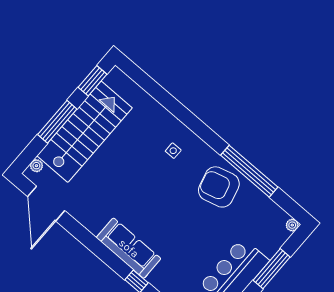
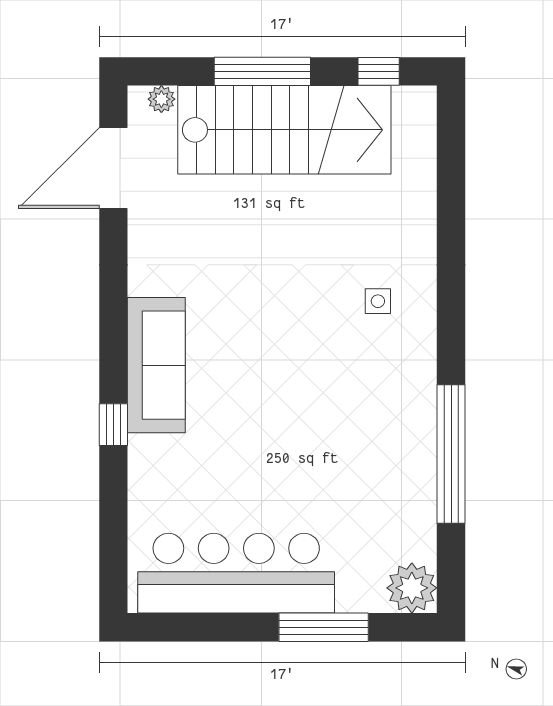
window: (92, 81) -> (379, 71), width x0.67
armchair: (219, 187) -> (383, 427), removed
plant: (292, 225) -> (412, 588), width x1.88, depth x1.88

